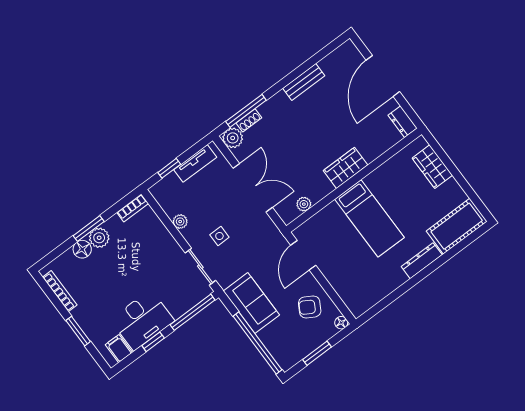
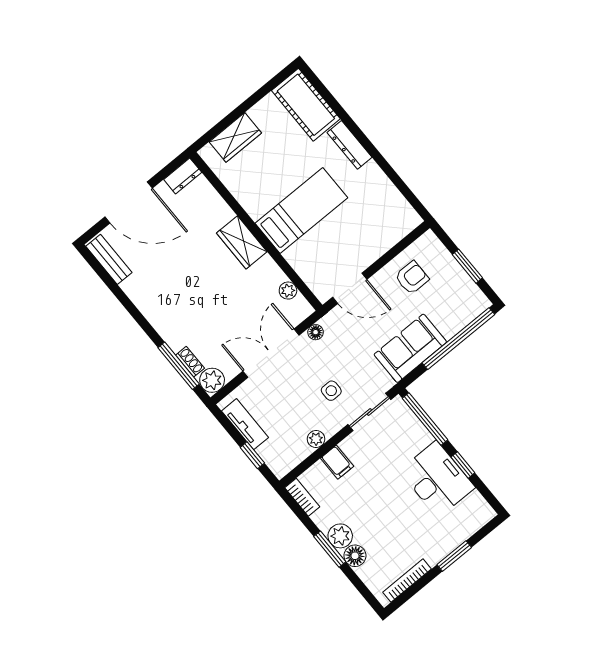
bench: (304, 82) -> (109, 259), moved
armchair: (310, 307) -> (412, 278), turned -120
floor lamp: (341, 323) -> (316, 332), moved
filing cabinet: (119, 349) -> (337, 462), moved, turned -90

